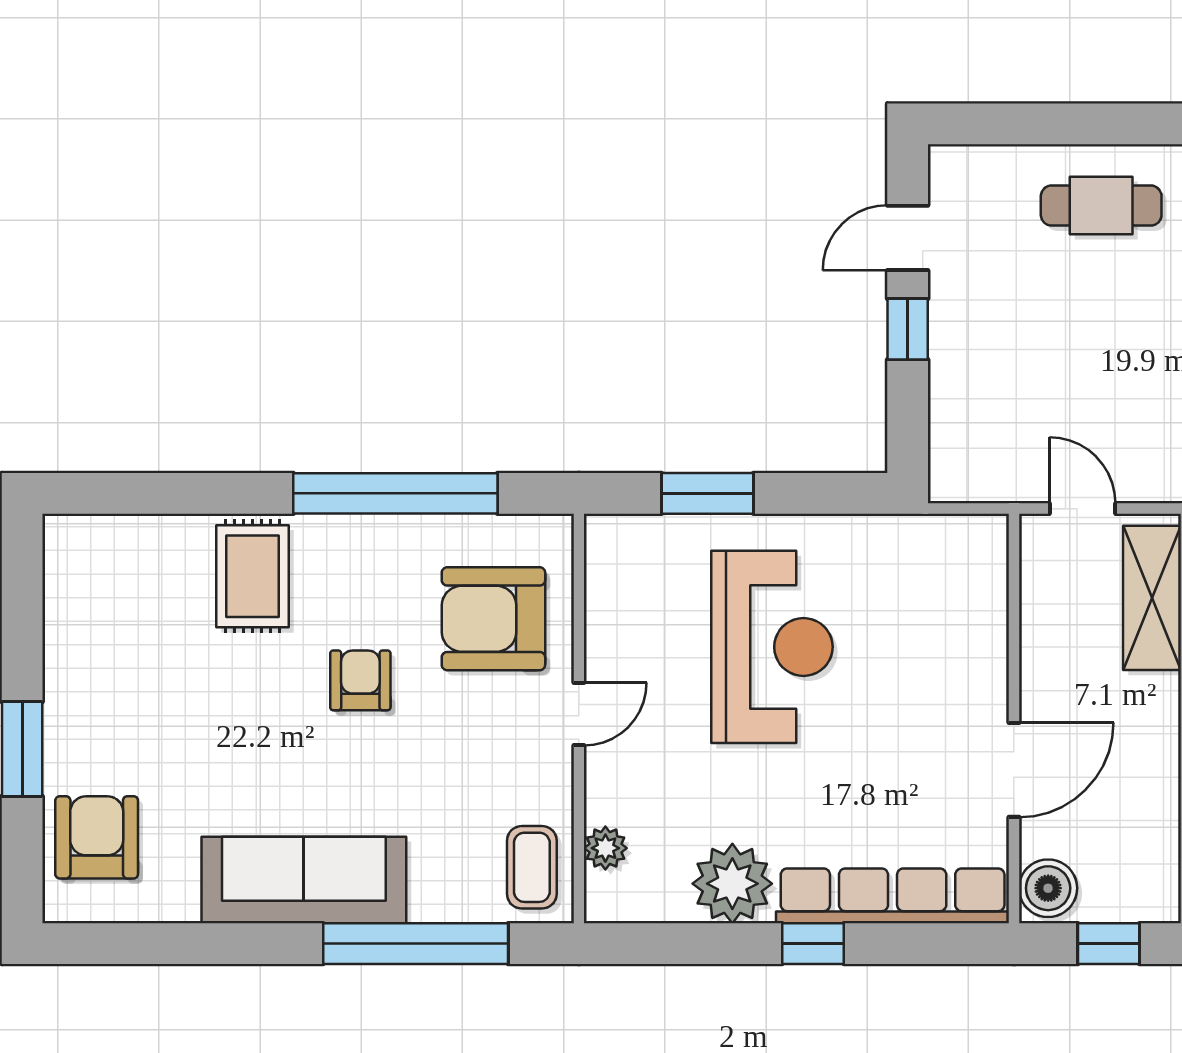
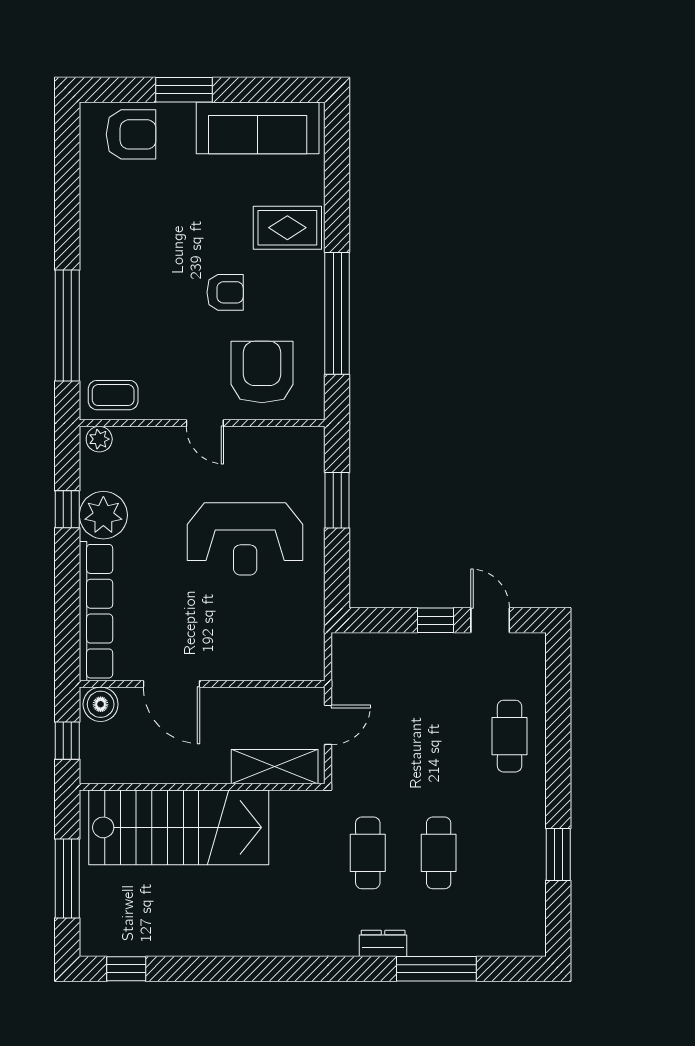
plant: (605, 848) -> (99, 439), moved
sofa: (304, 880) -> (258, 128), moved, turned 90
window: (813, 944) -> (67, 509), moved

